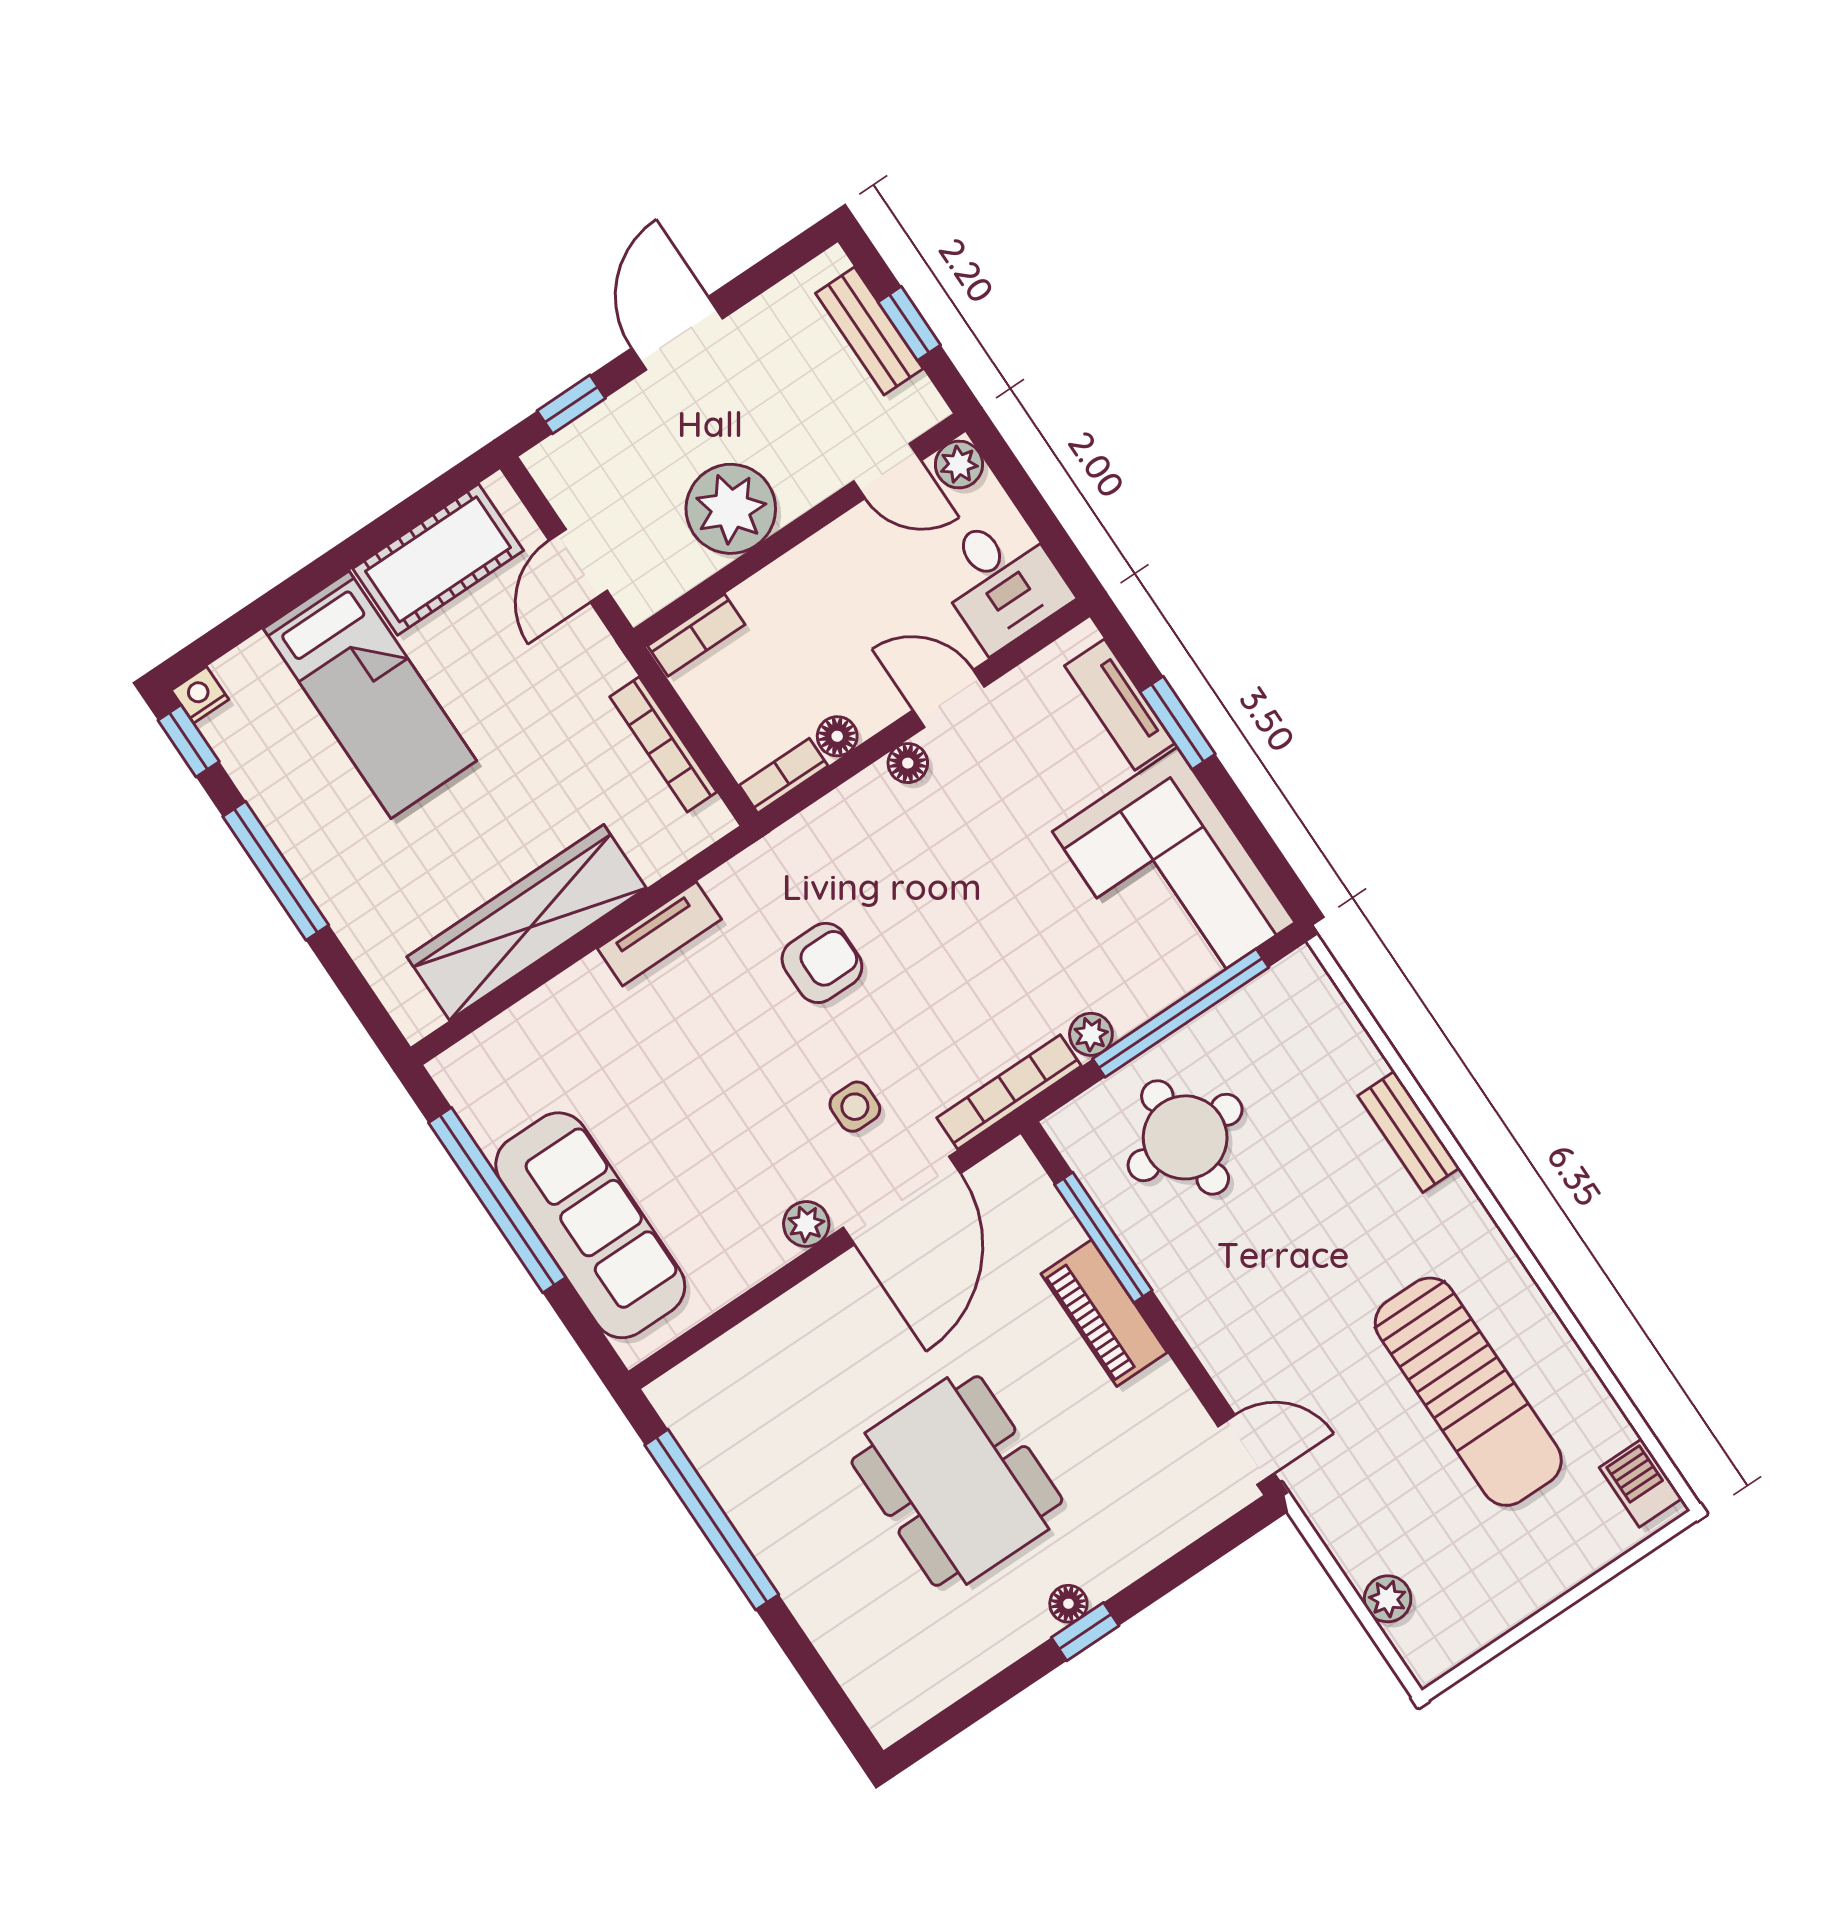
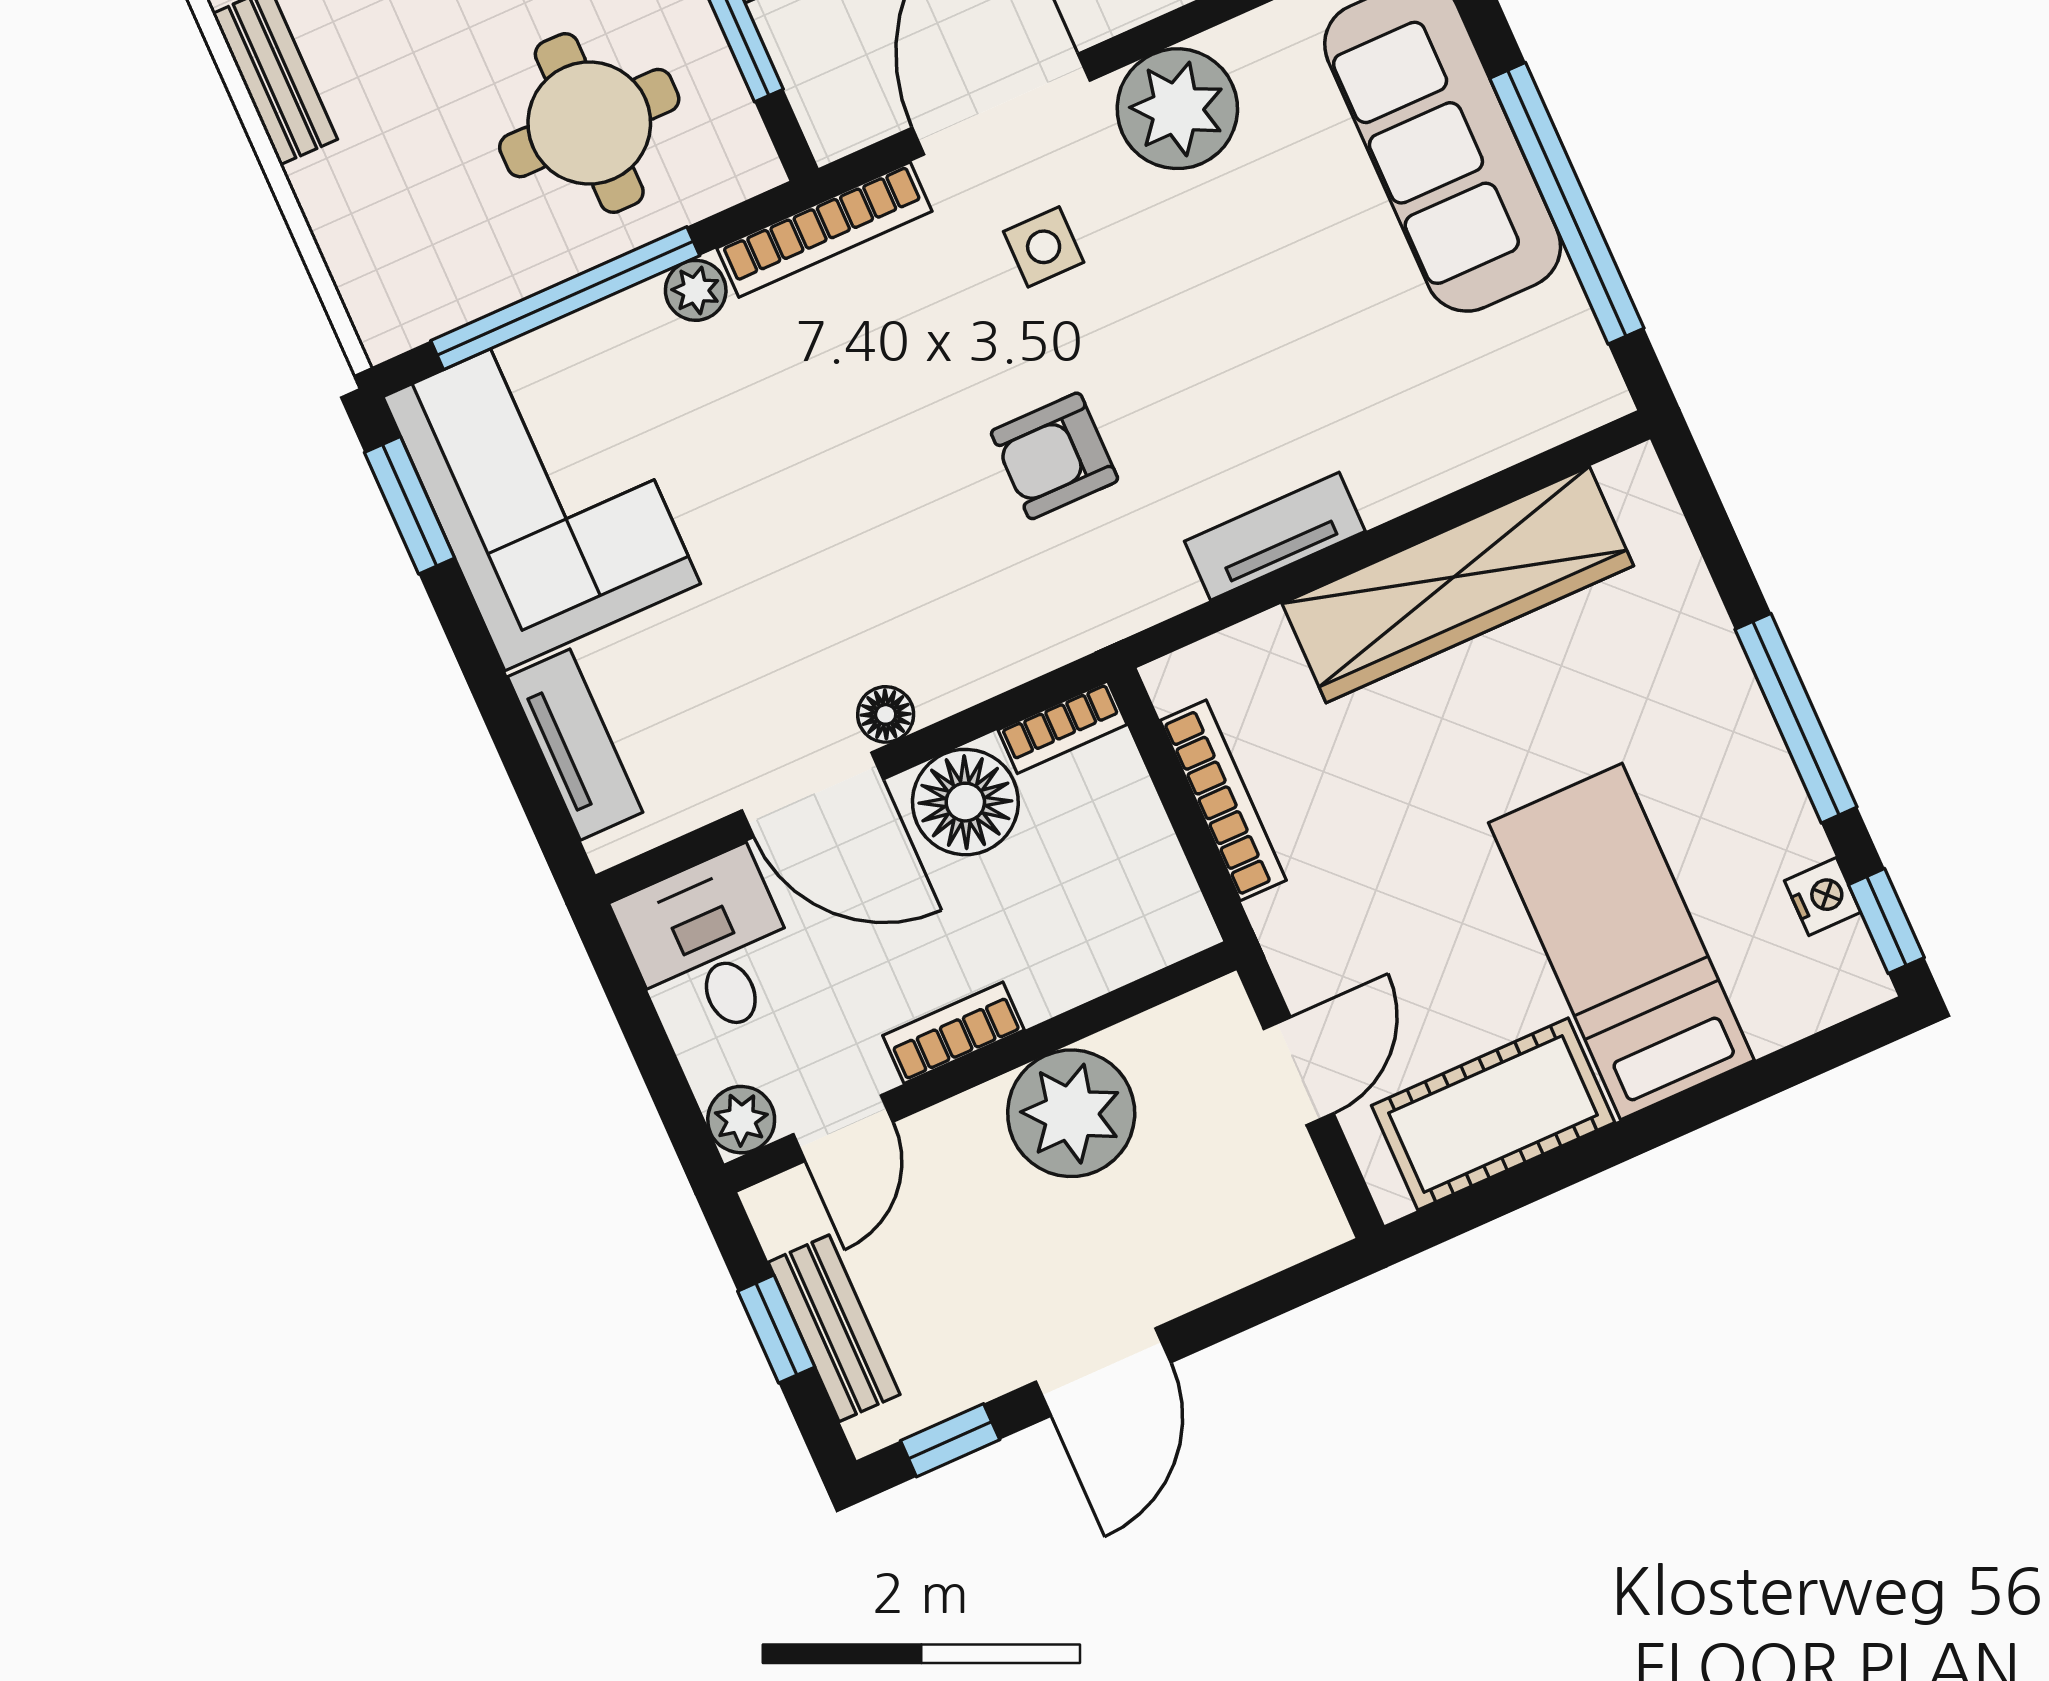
window: (571, 404) -> (950, 1440), moved
door: (887, 471) -> (843, 1128), swing flipped
bookcase: (696, 635) -> (954, 1033), moved
nightstand: (200, 695) -> (1823, 897), moved, turned -90
door: (949, 698) -> (813, 795), width x1.38
window: (1178, 723) -> (409, 505), moved
floor lamp: (837, 736) -> (965, 802), width x1.89, depth x1.89
plant: (806, 1224) -> (1177, 109), width x1.87, depth x1.87

